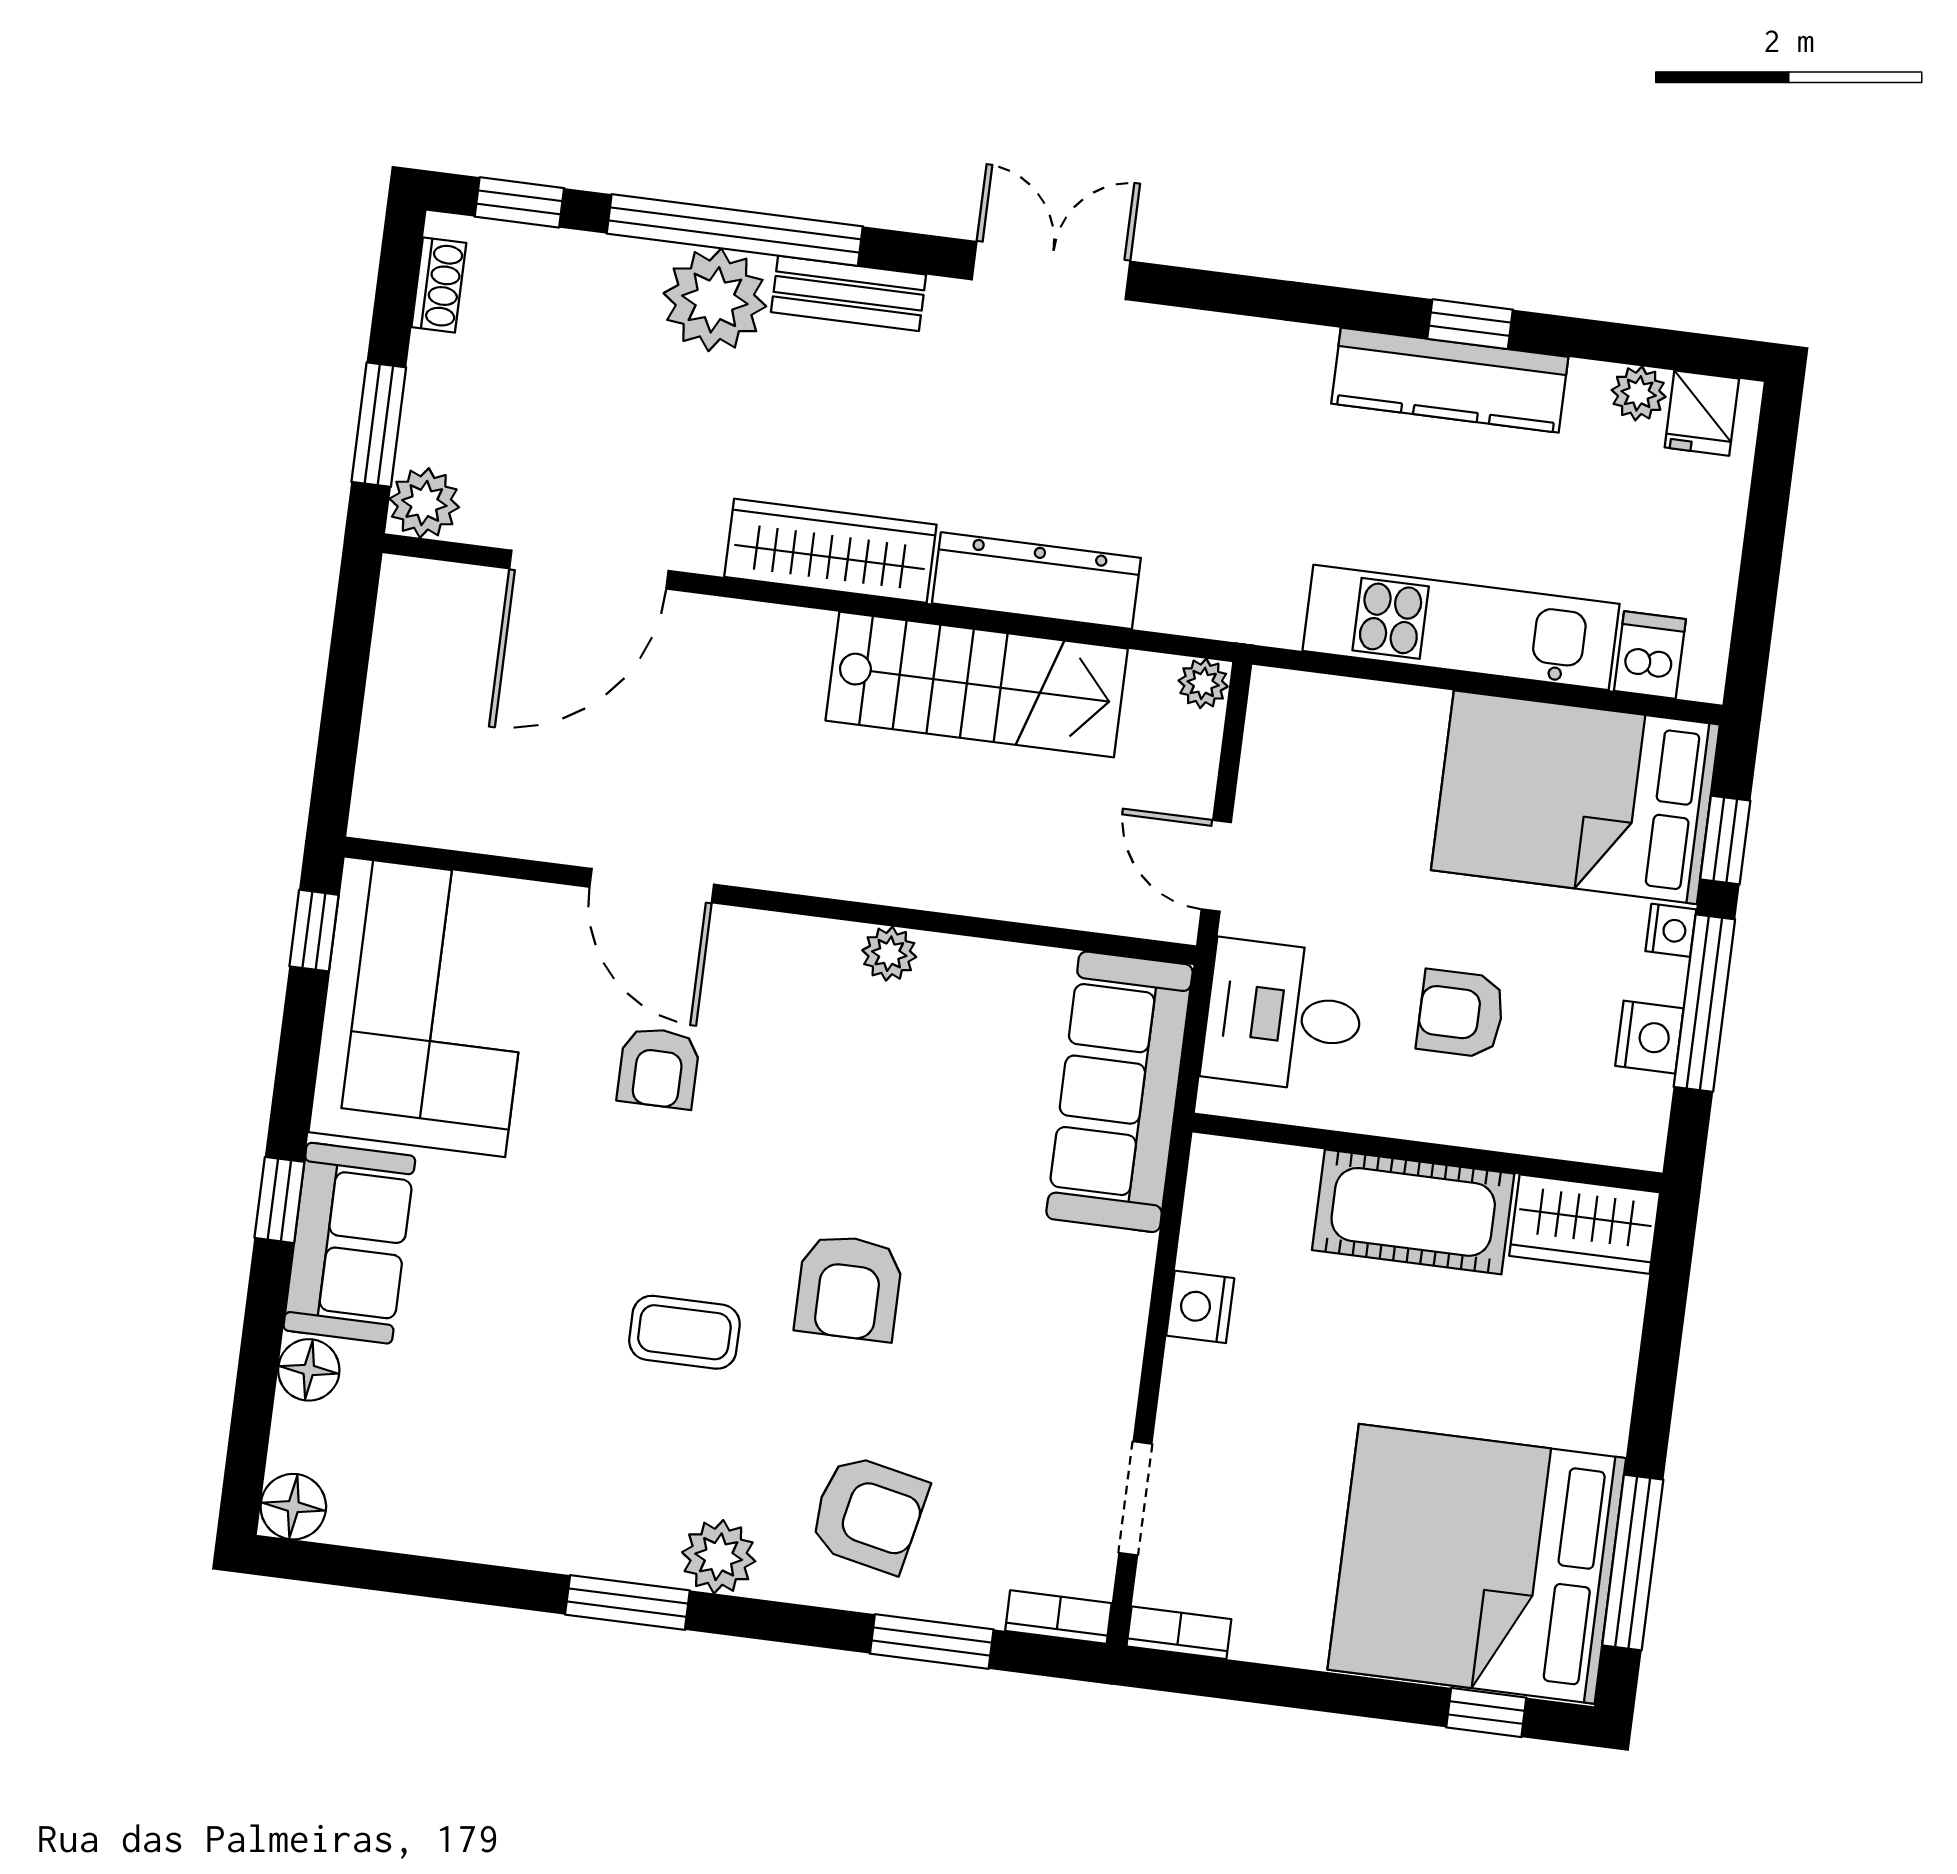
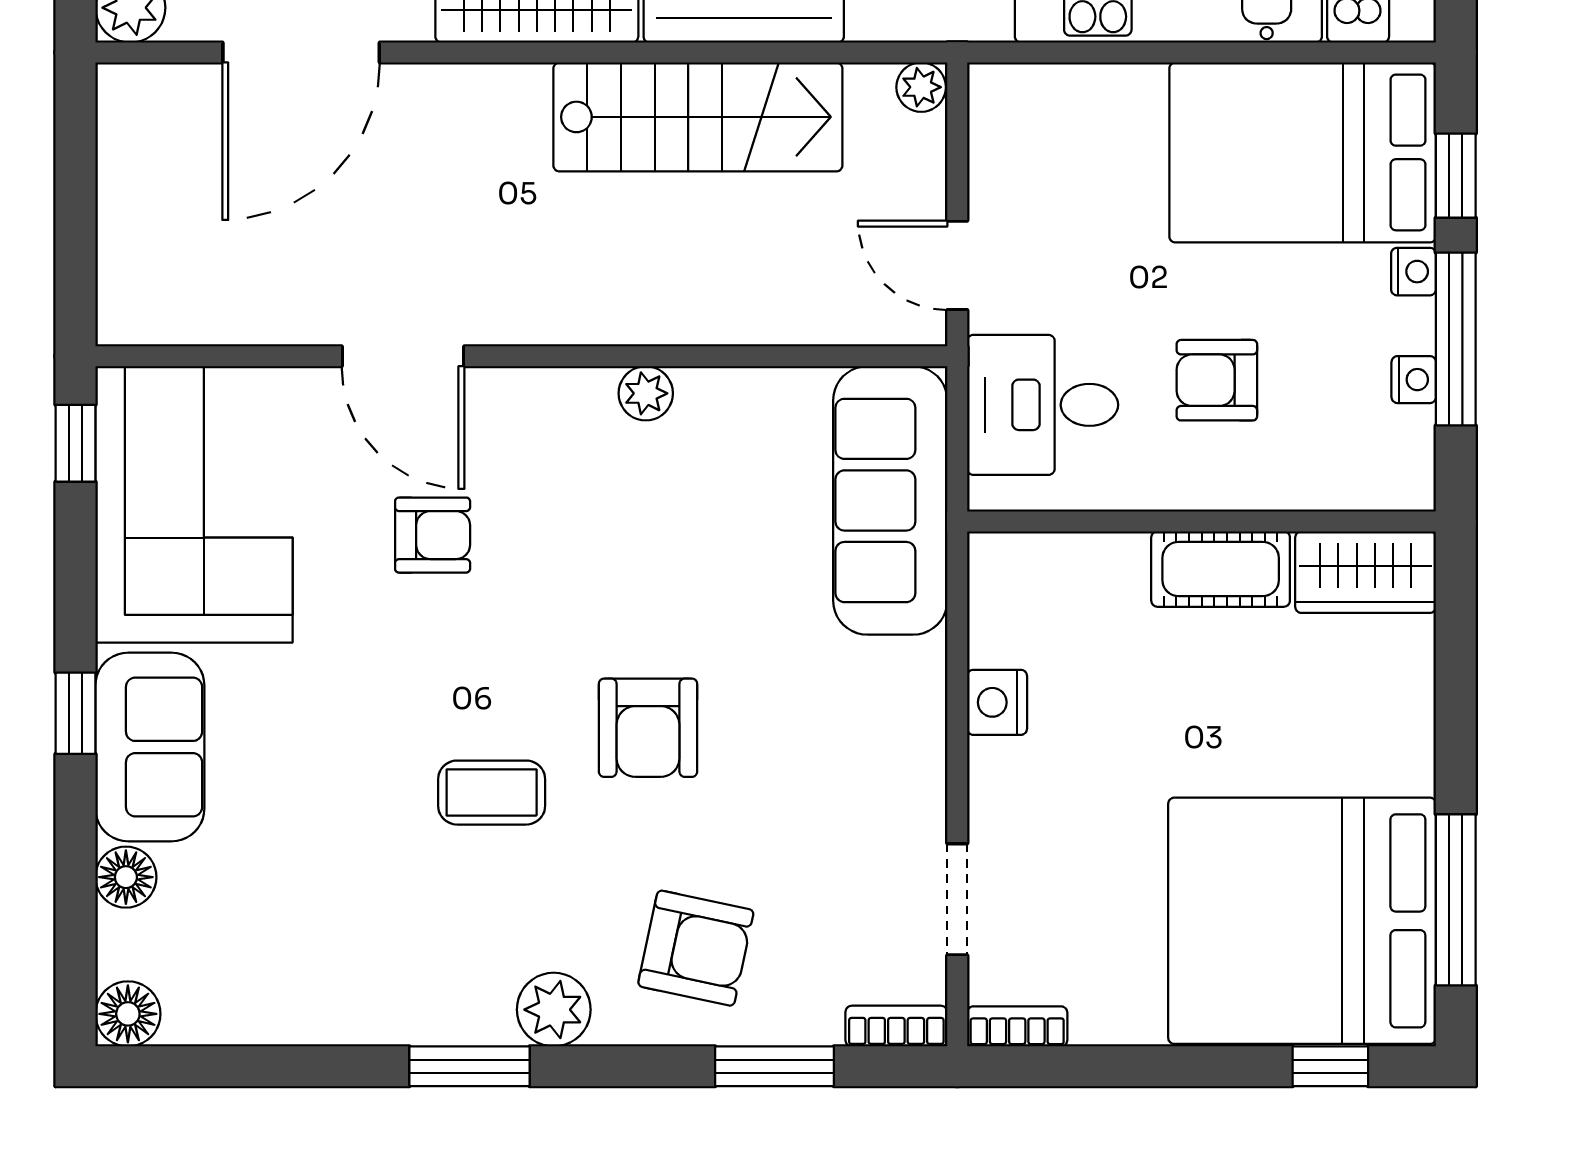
nightstand: (1649, 1037) -> (1414, 380), width x0.72, depth x0.74
armchair: (658, 1068) -> (433, 535), turned -90
cot: (1413, 1212) -> (1221, 569), width x0.73, depth x0.75

